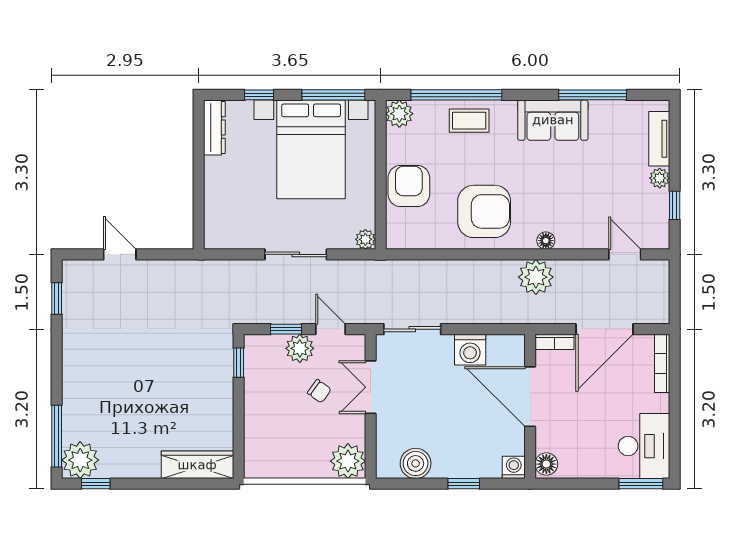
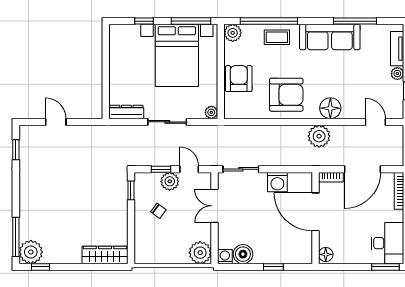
sofa: (553, 120) -> (330, 37), width x1.36
dresser: (214, 128) -> (126, 112), moved, turned -90
floor lamp: (546, 241) -> (330, 108), width x1.89, depth x1.89
chair: (319, 391) -> (158, 211), moved
washing machine: (514, 467) -> (225, 257), moved

